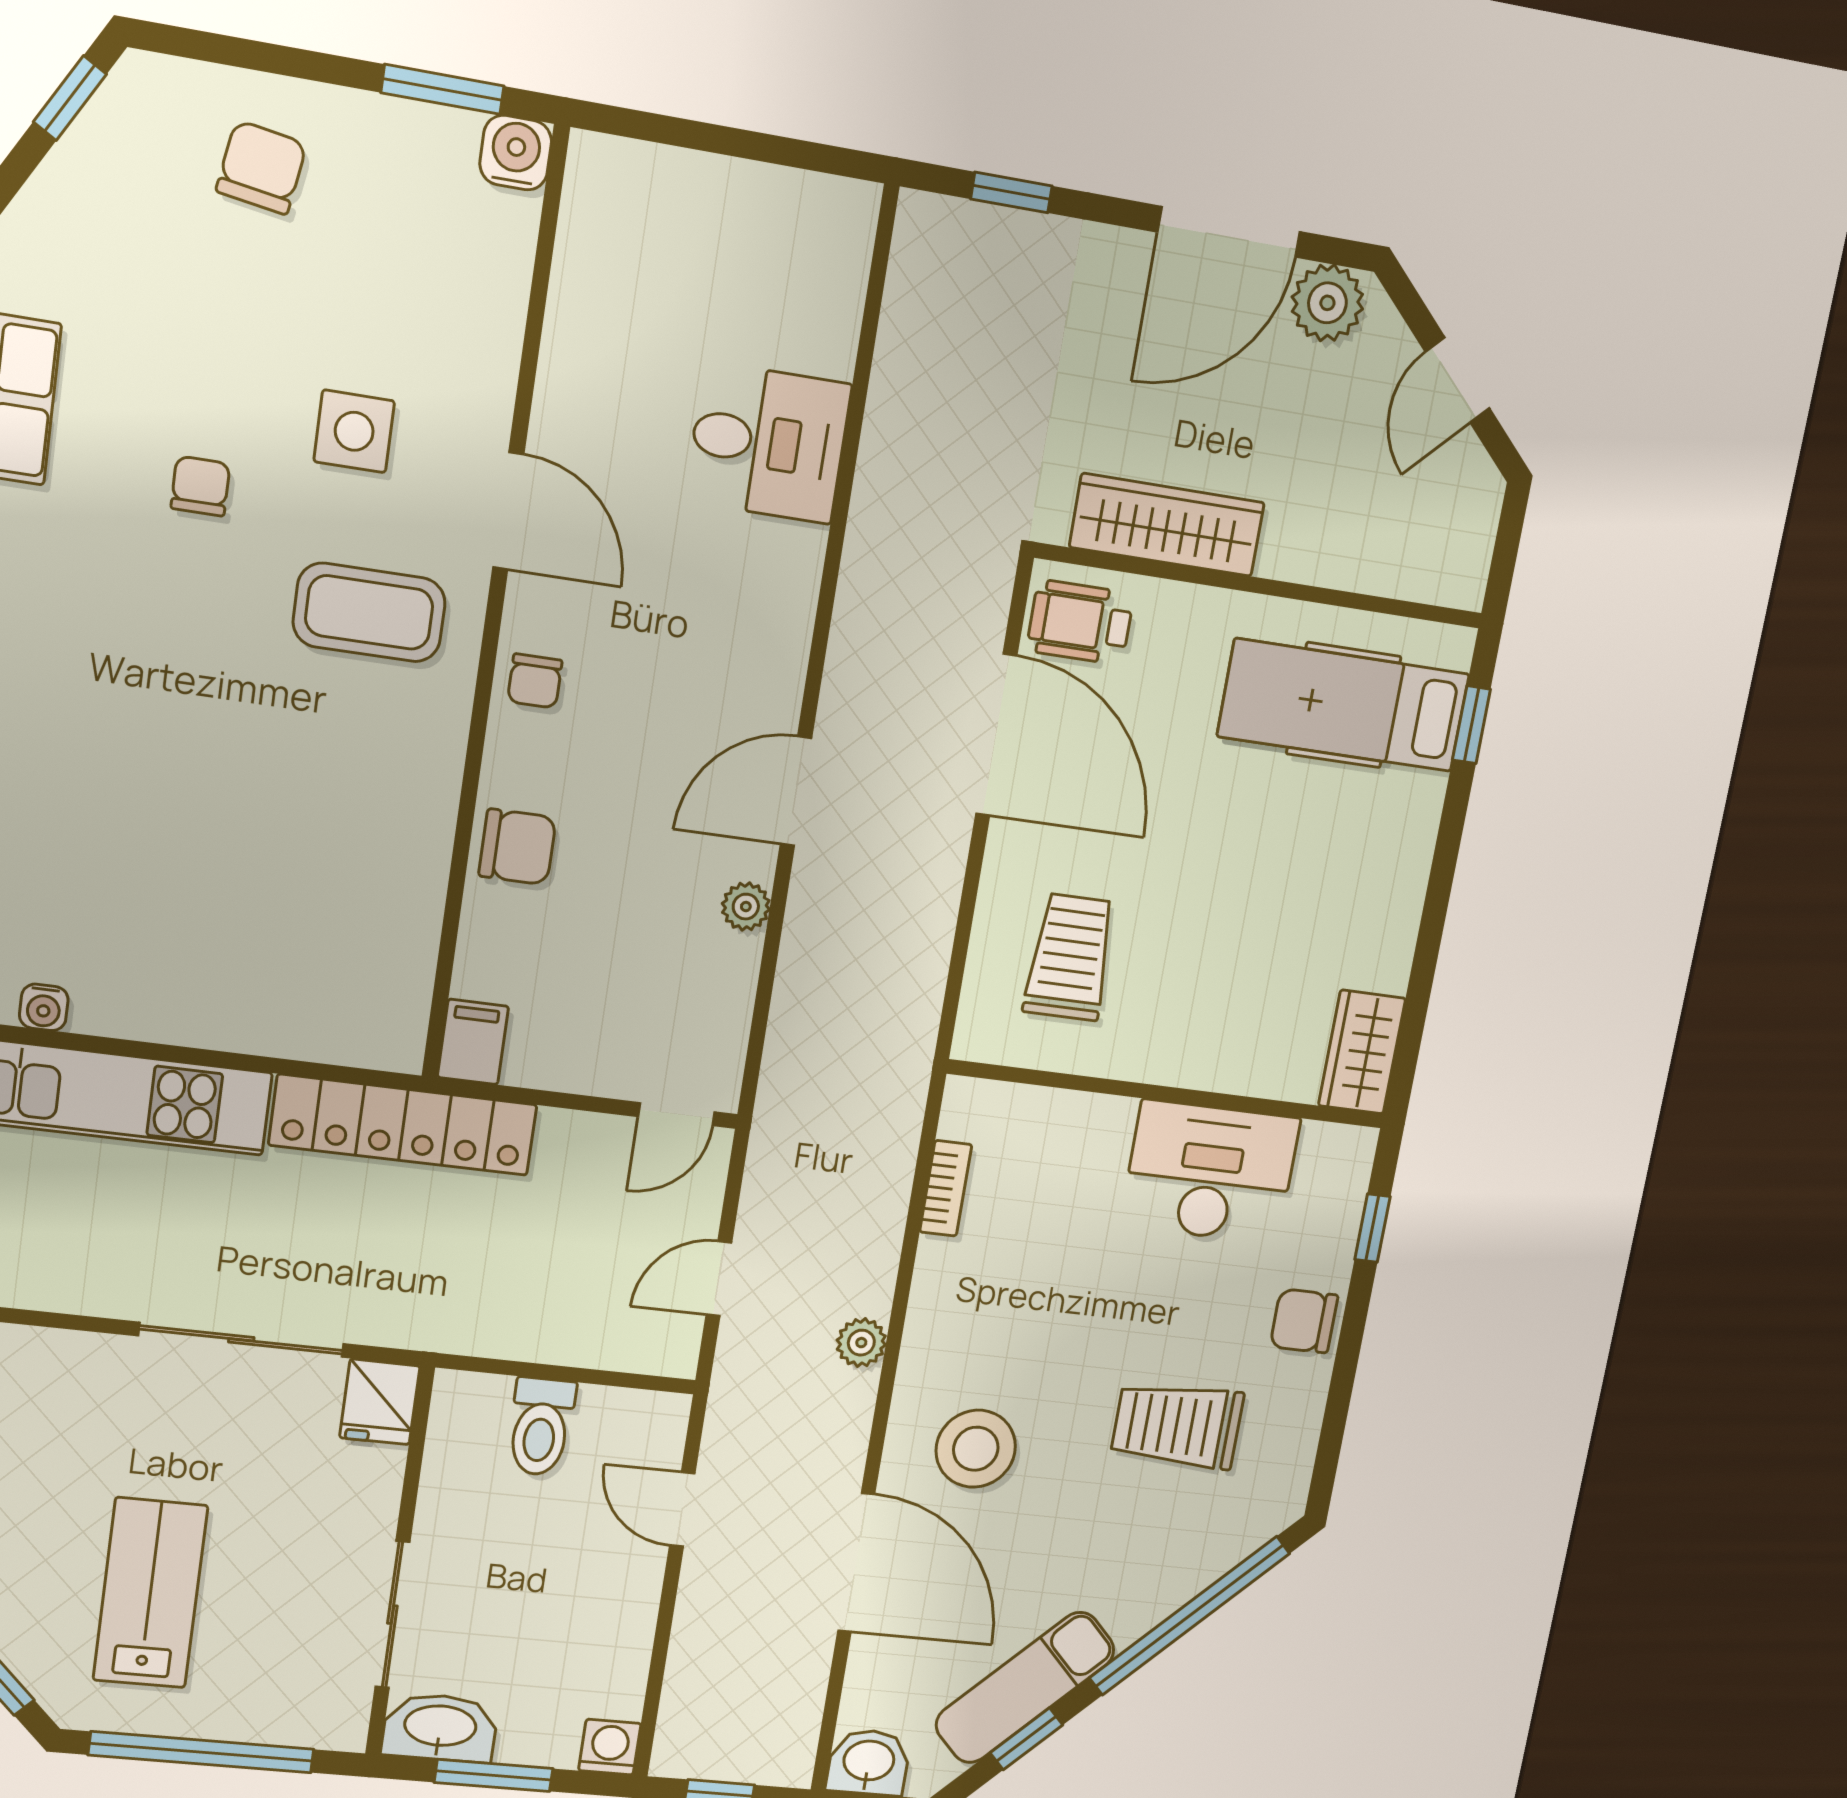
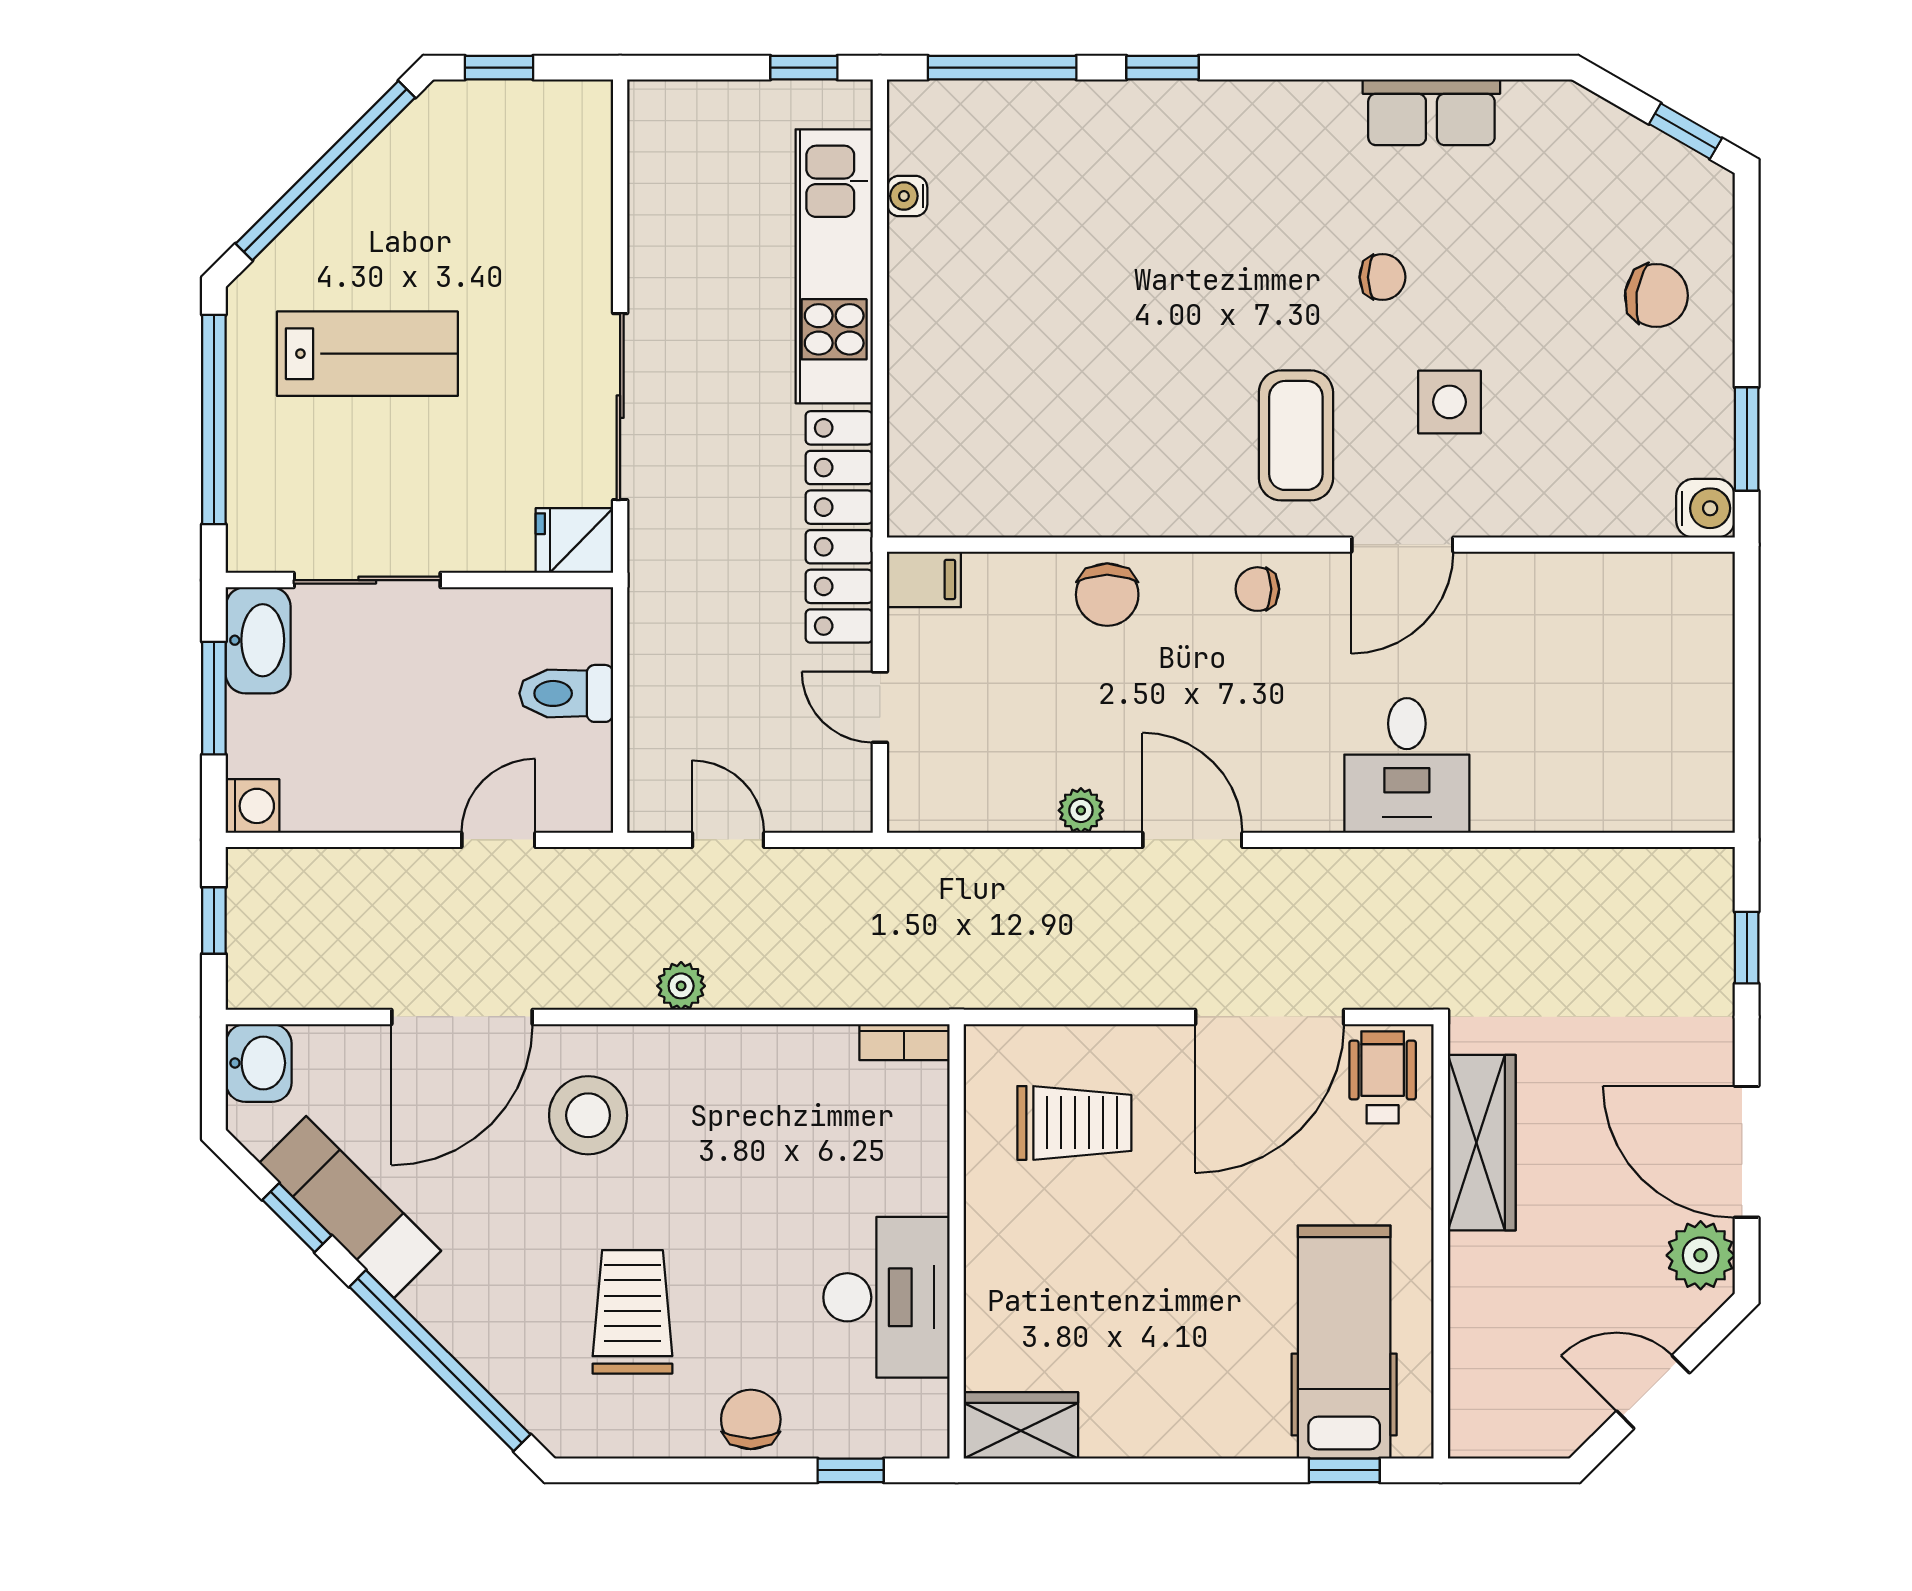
desk: (768, 443) -> (1407, 765), moved
door: (676, 1114) -> (880, 707), moved
bookcase: (946, 1188) -> (904, 1042), moved

